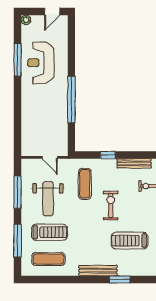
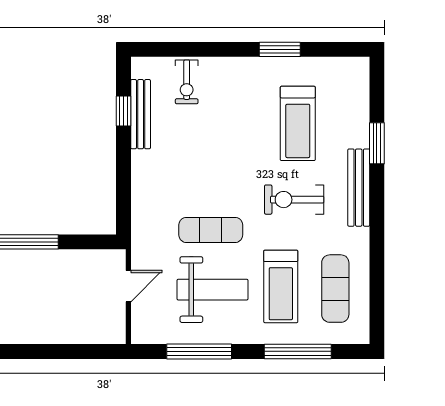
window: (108, 155) -> (123, 111), moved
exercise mat: (85, 184) -> (211, 230), moved
exercise bike: (111, 206) -> (294, 200), moved
treadmill: (49, 232) -> (281, 286), turned 180

